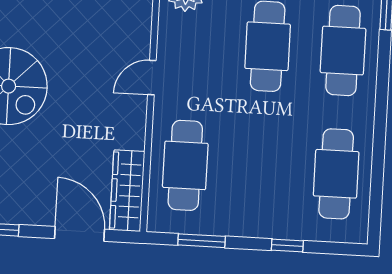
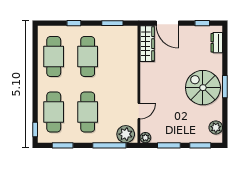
door: (152, 78) -> (139, 111), moved
cafe table: (185, 165) -> (88, 56), moved

